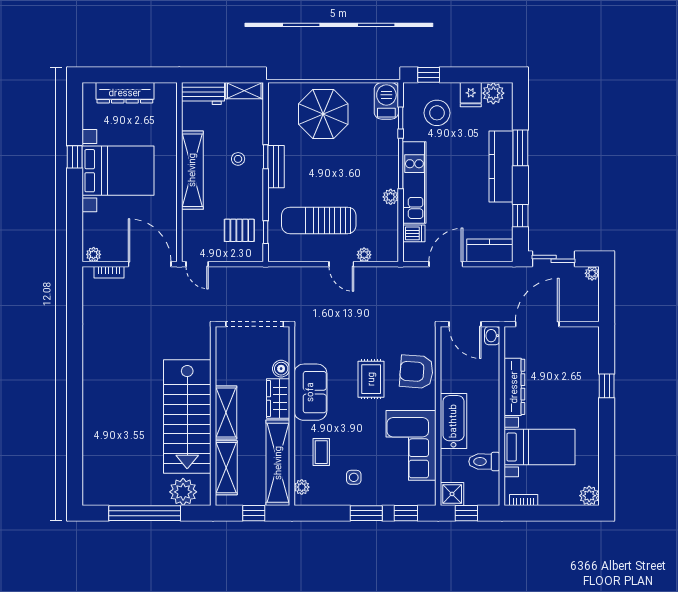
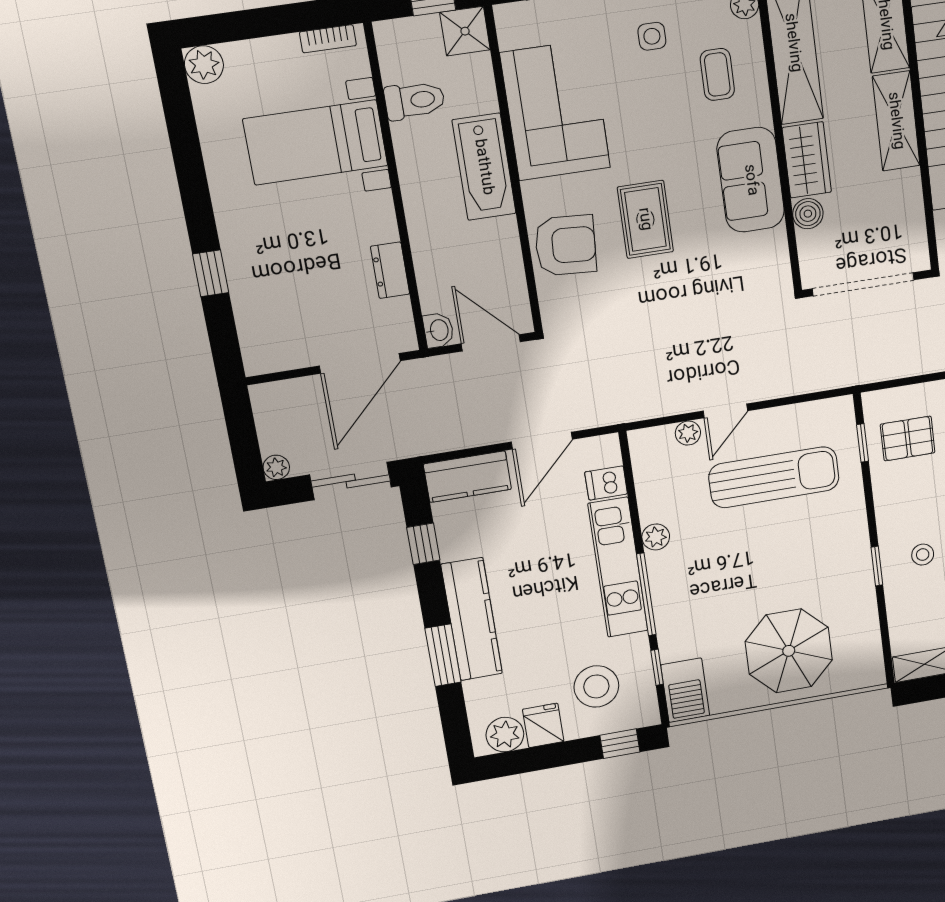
bench: (276, 167) -> (858, 553), removed
door: (341, 264) -> (725, 411), swing flipped
dresser: (514, 387) -> (390, 270), width x0.51, depth x0.80

